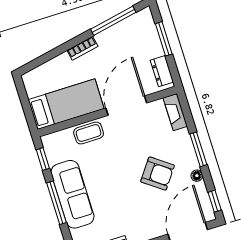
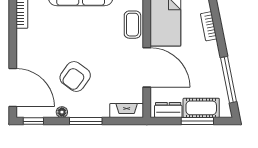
cot: (150, 39) -> (201, 108), added
bookcase: (82, 48) -> (209, 26), moved

